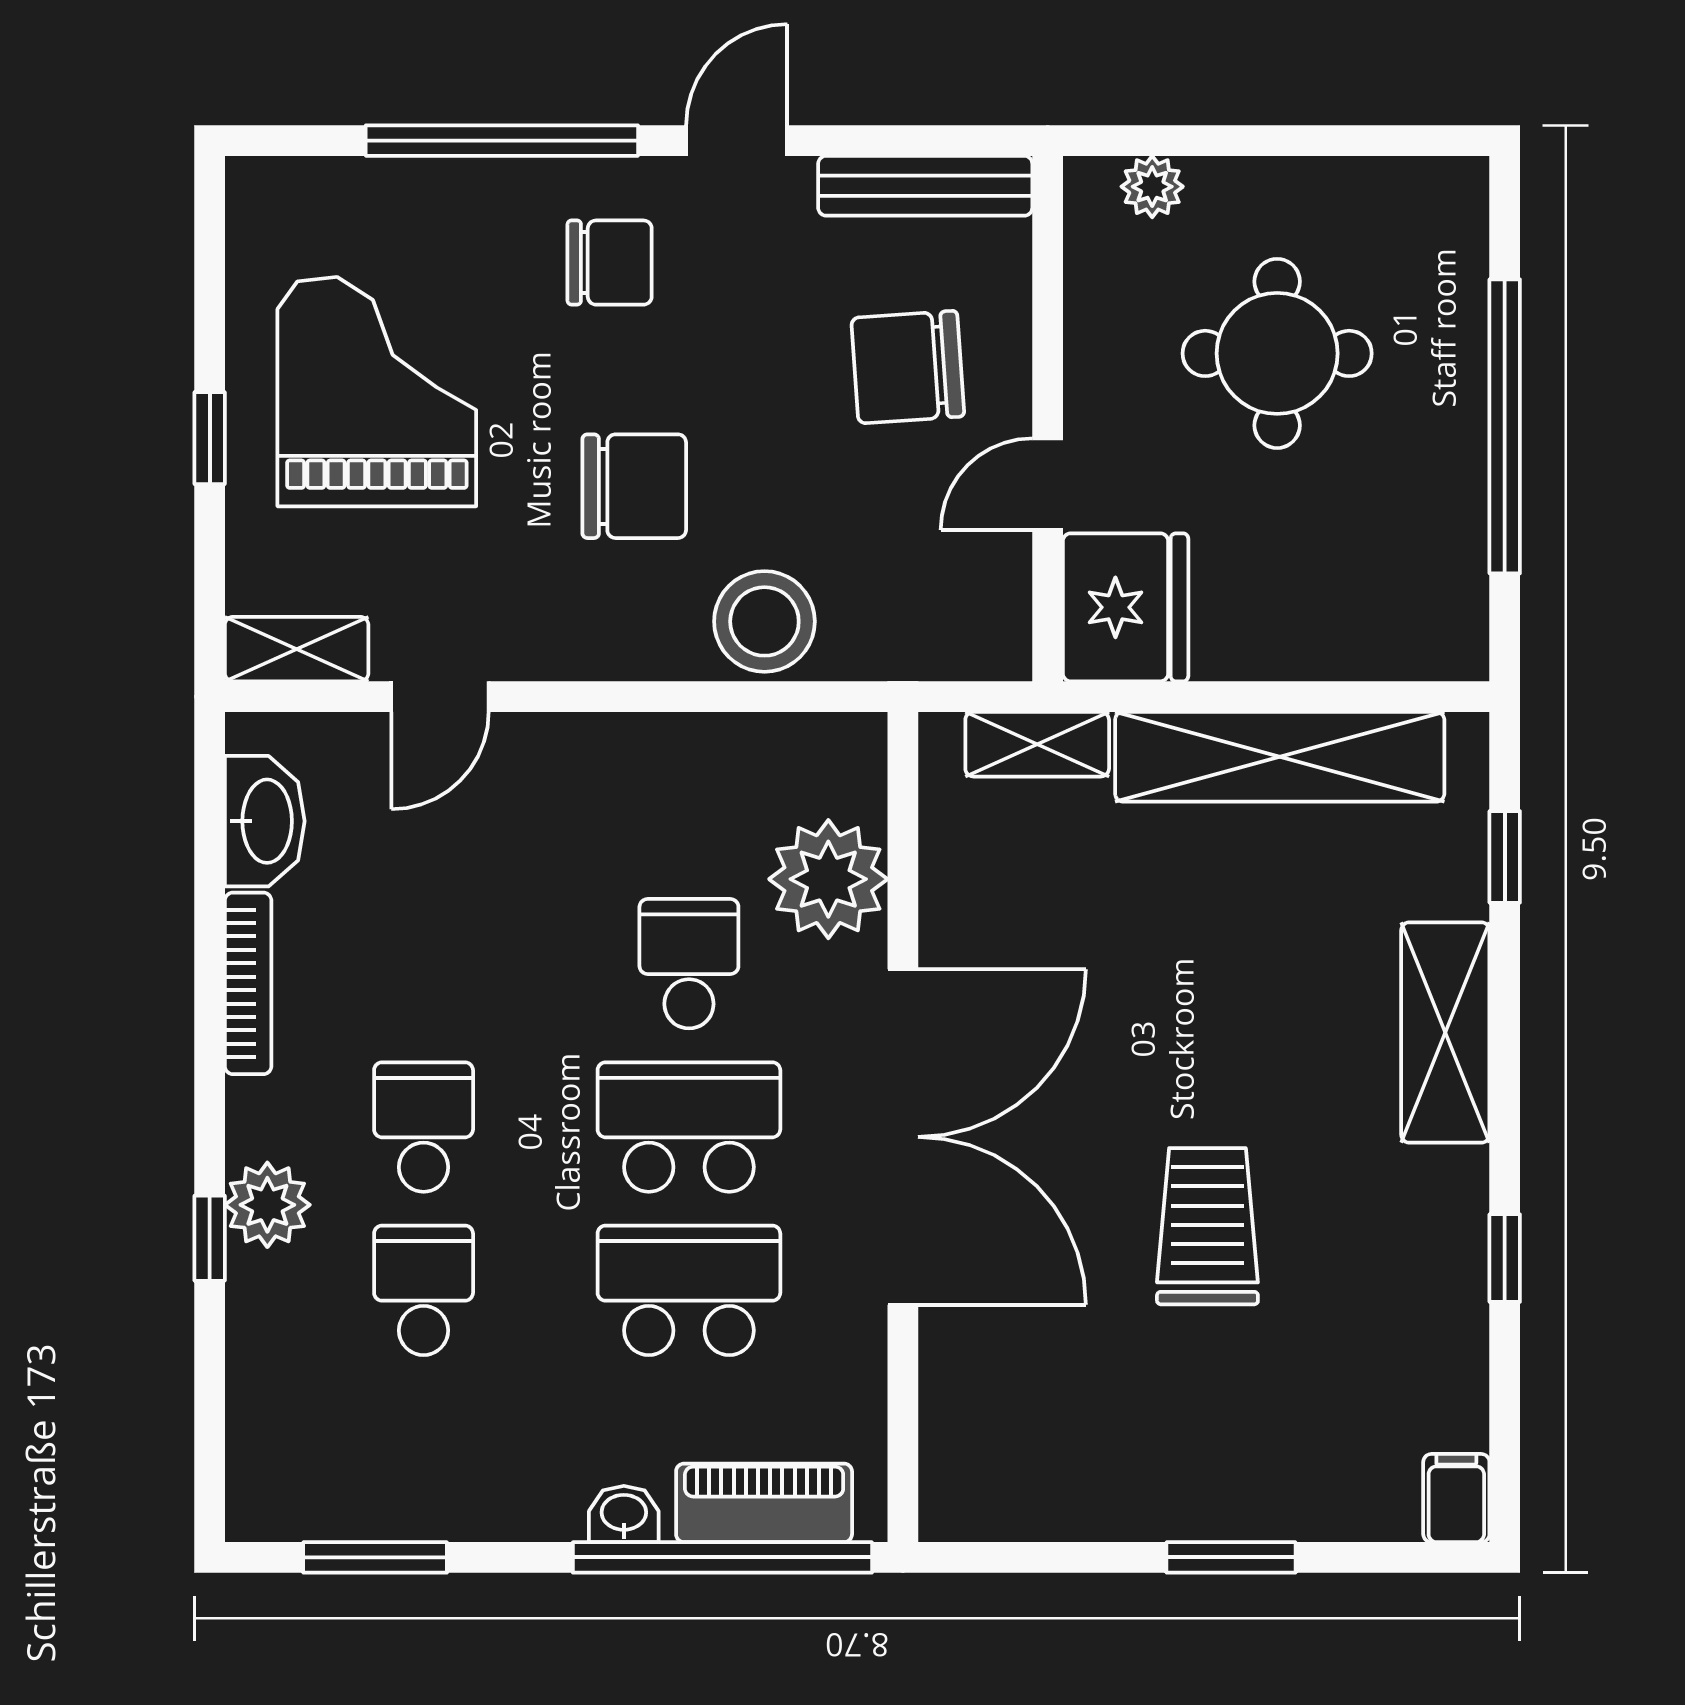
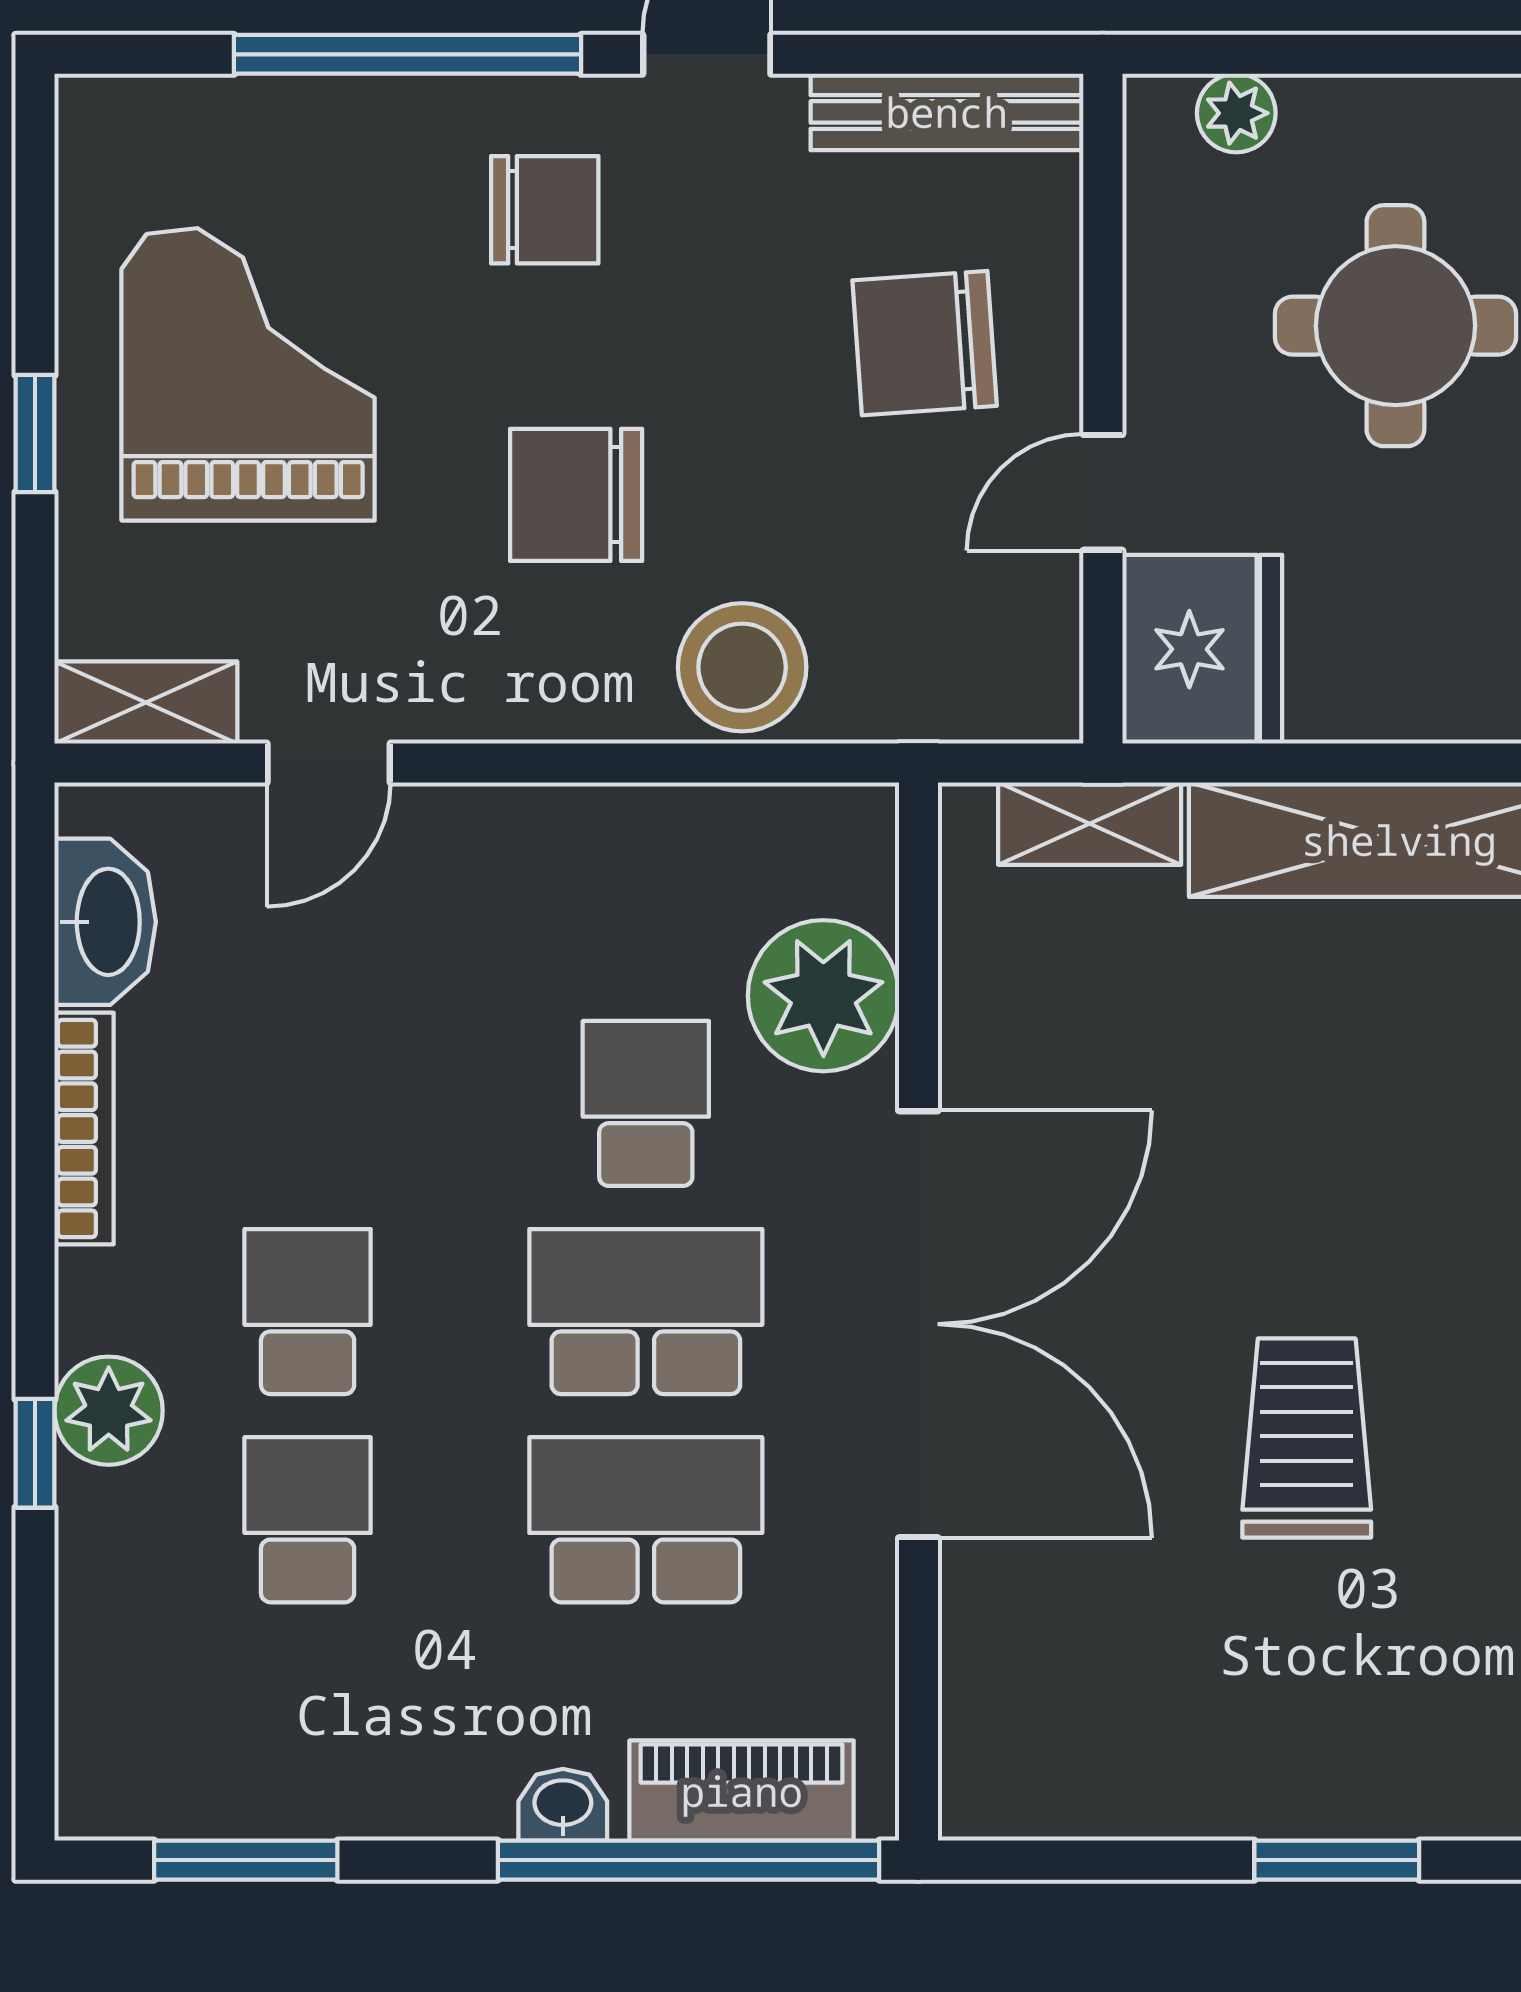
chair: (634, 486) -> (576, 495), turned 180

